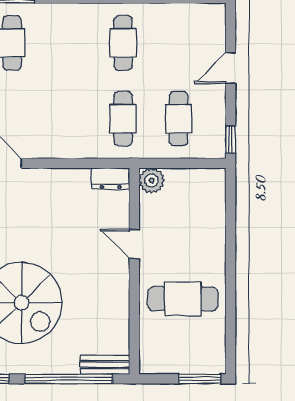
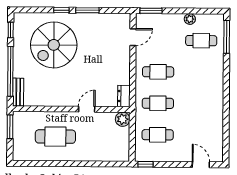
cafe table: (123, 43) -> (158, 72), moved
door: (231, 68) -> (201, 165), moved
cafe table: (183, 299) -> (55, 137), turned 90
window: (200, 379) -> (10, 127), moved

